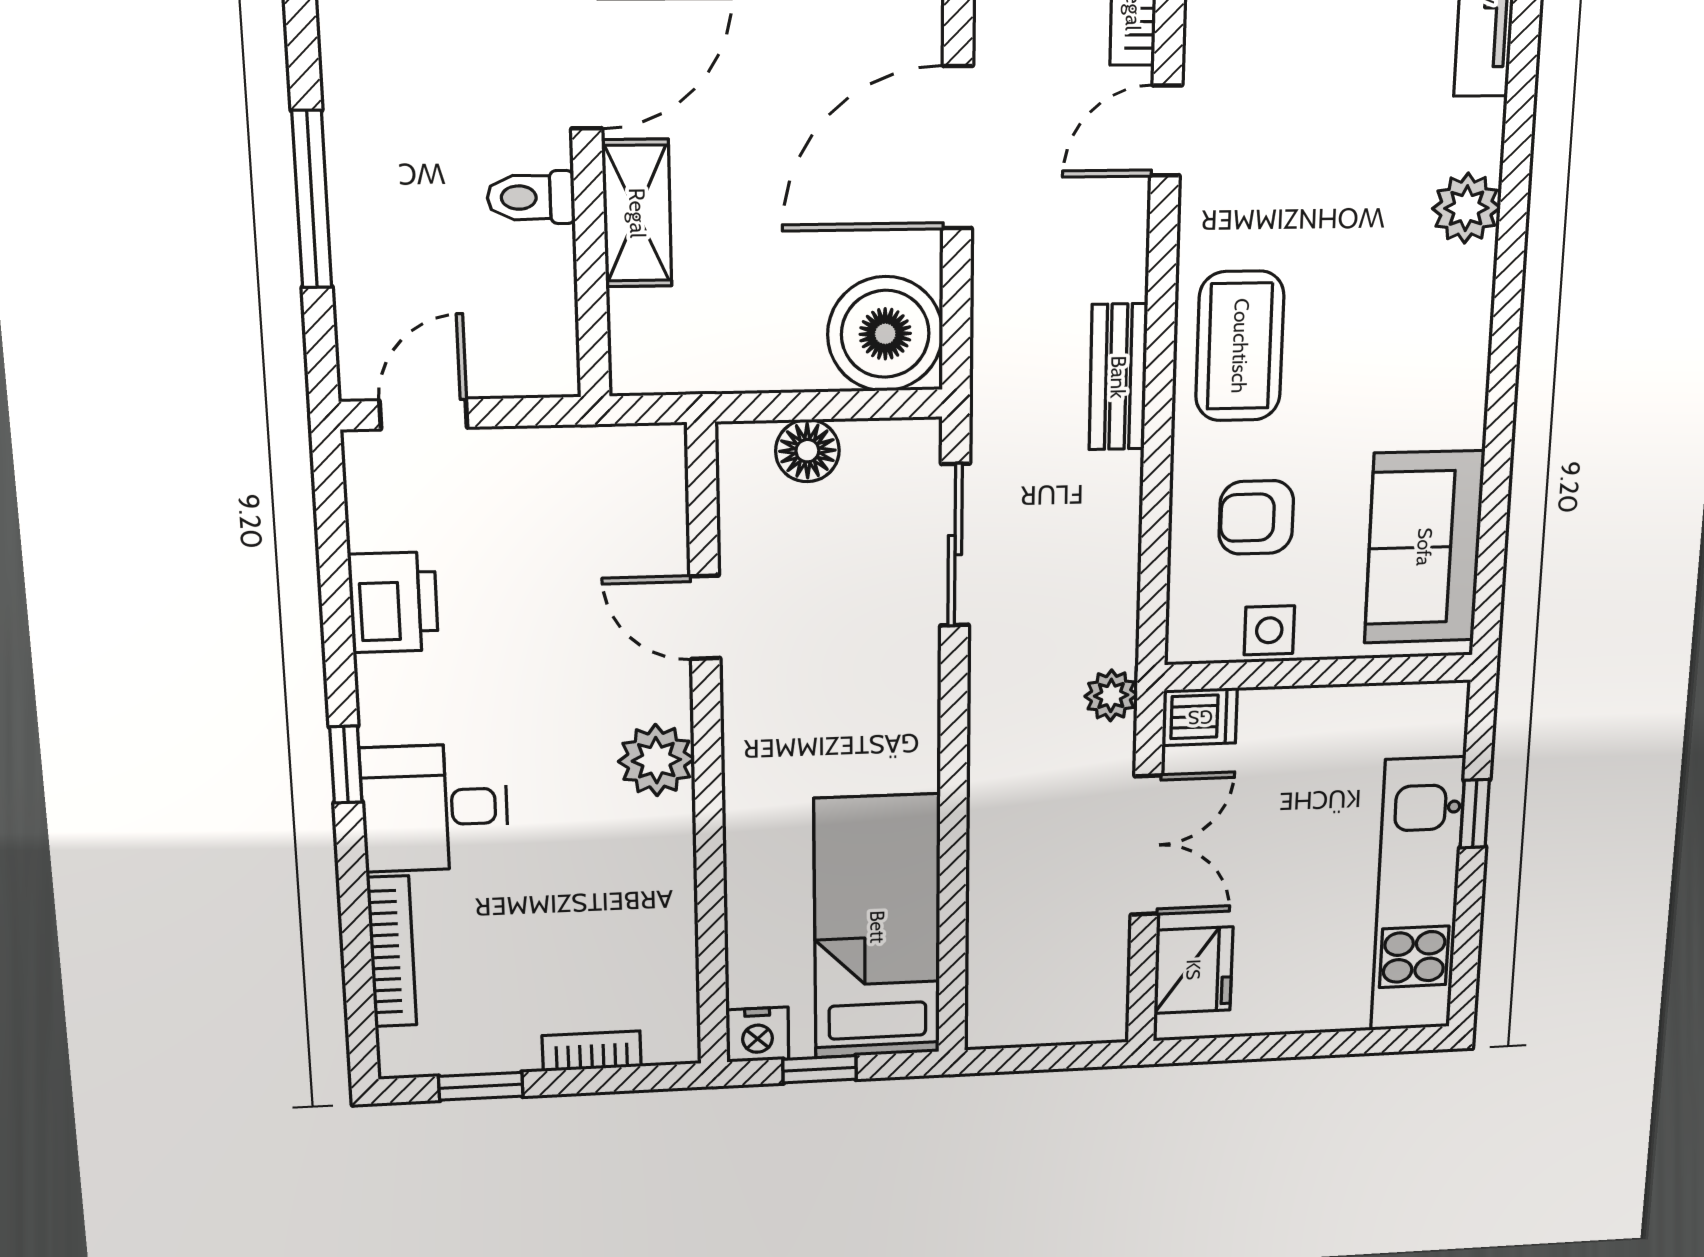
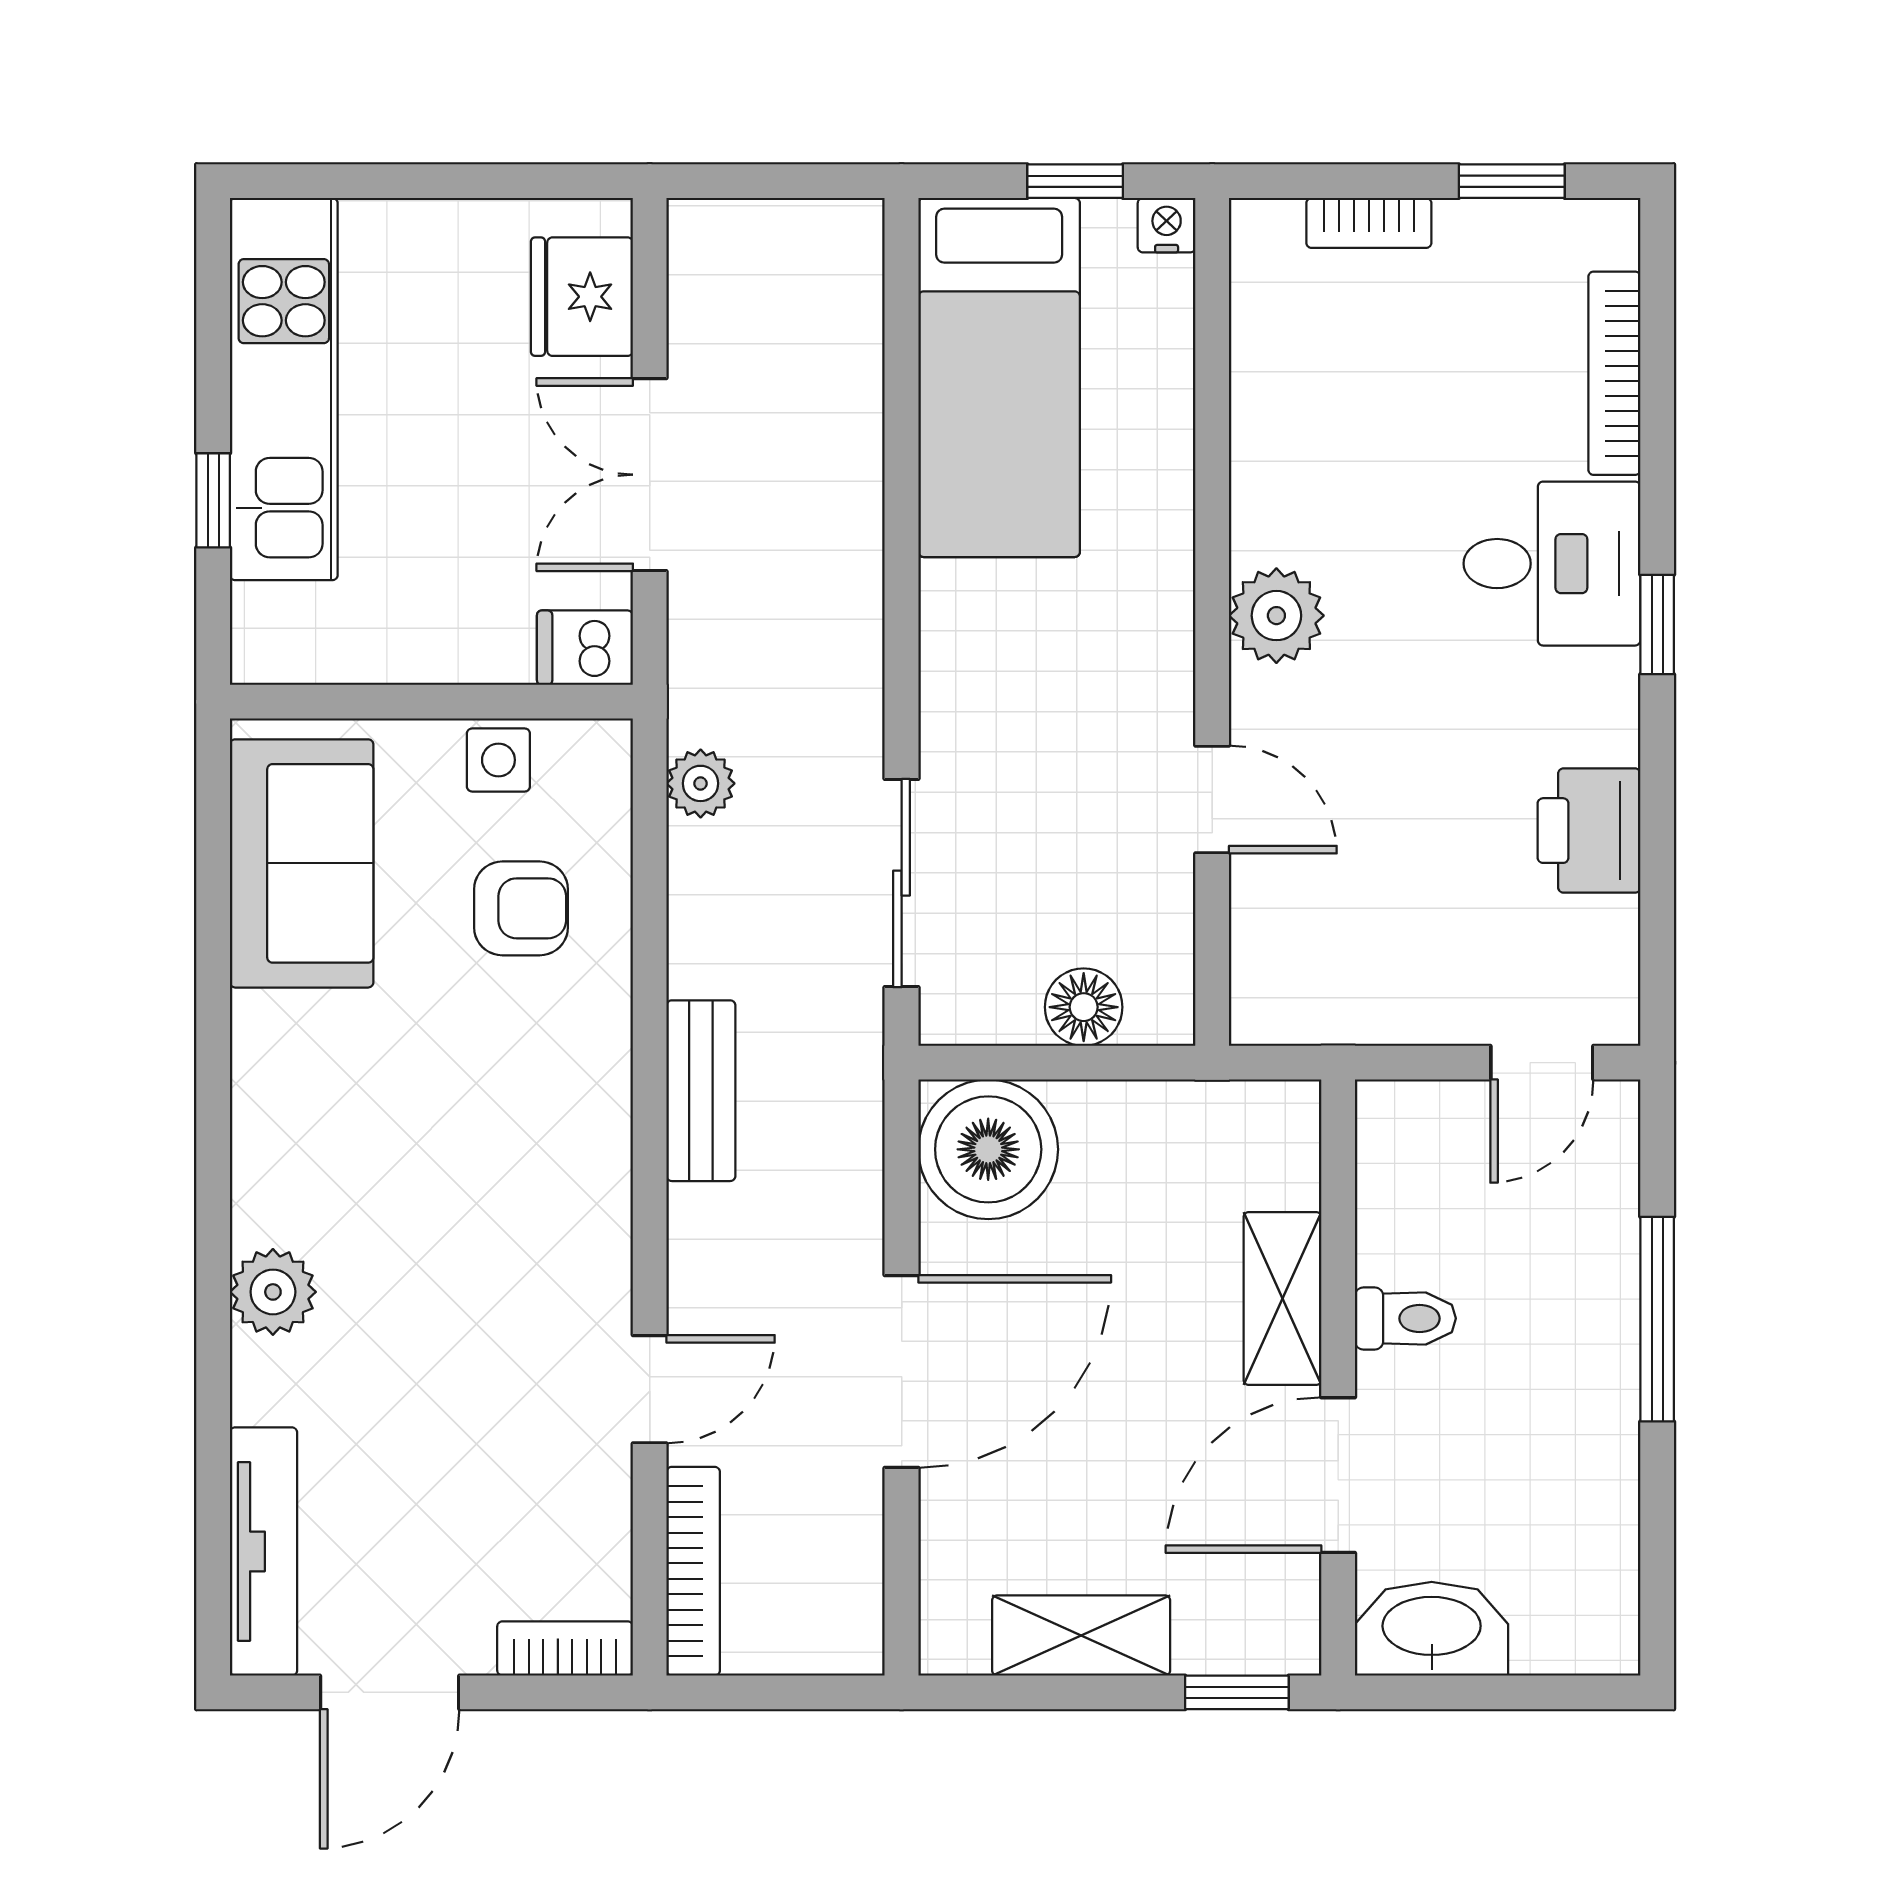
coffee table: (1240, 346) -> (550, 1126), removed
plant: (1111, 695) -> (701, 783), moved
nightstand: (757, 1035) -> (1167, 225), width x0.72, depth x0.74

